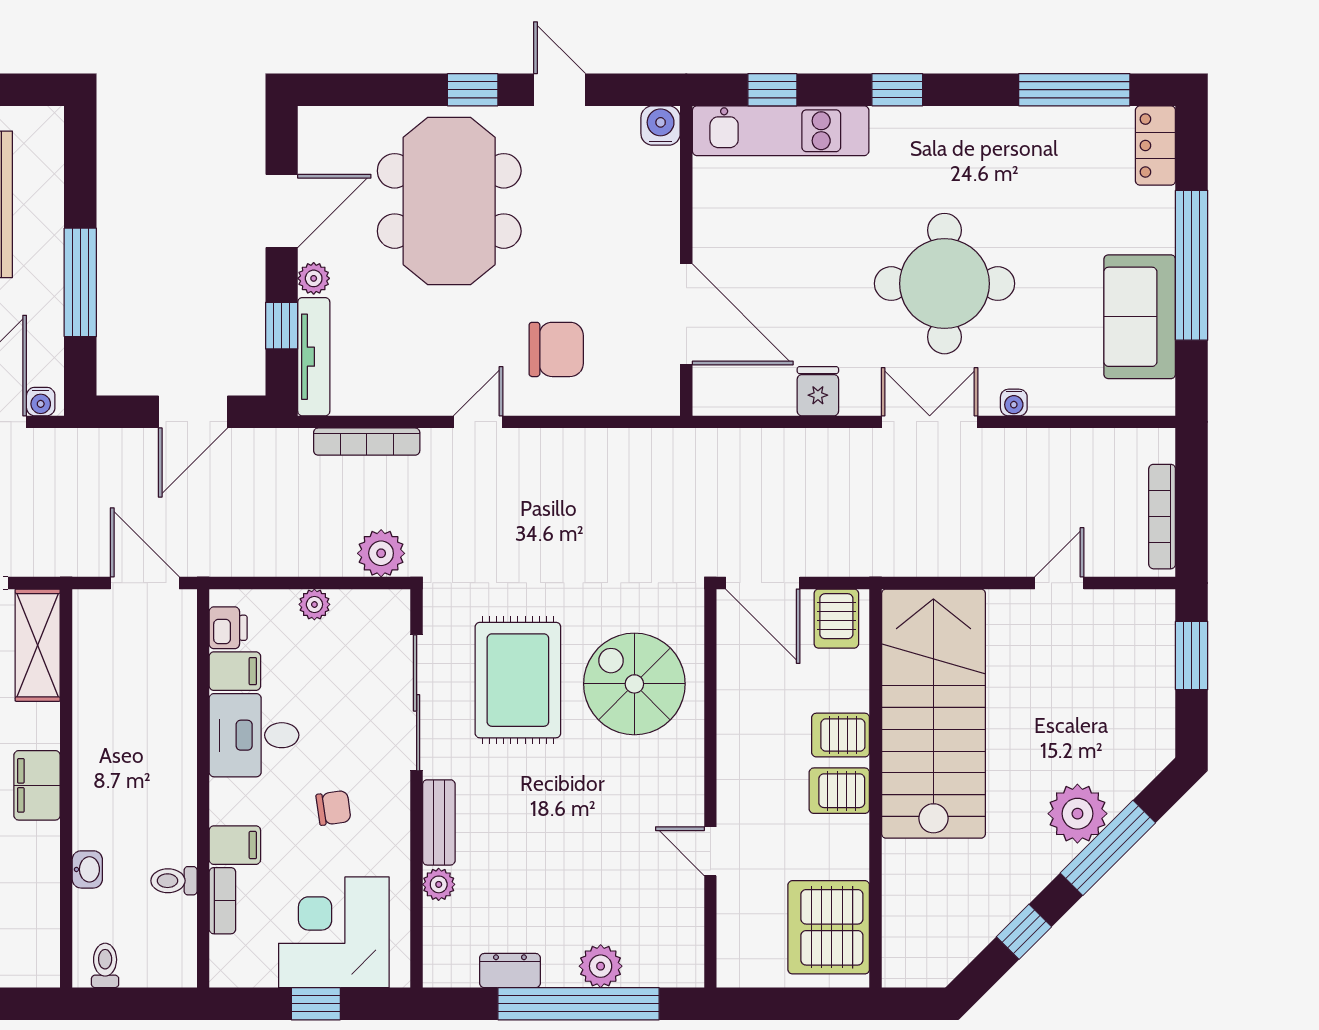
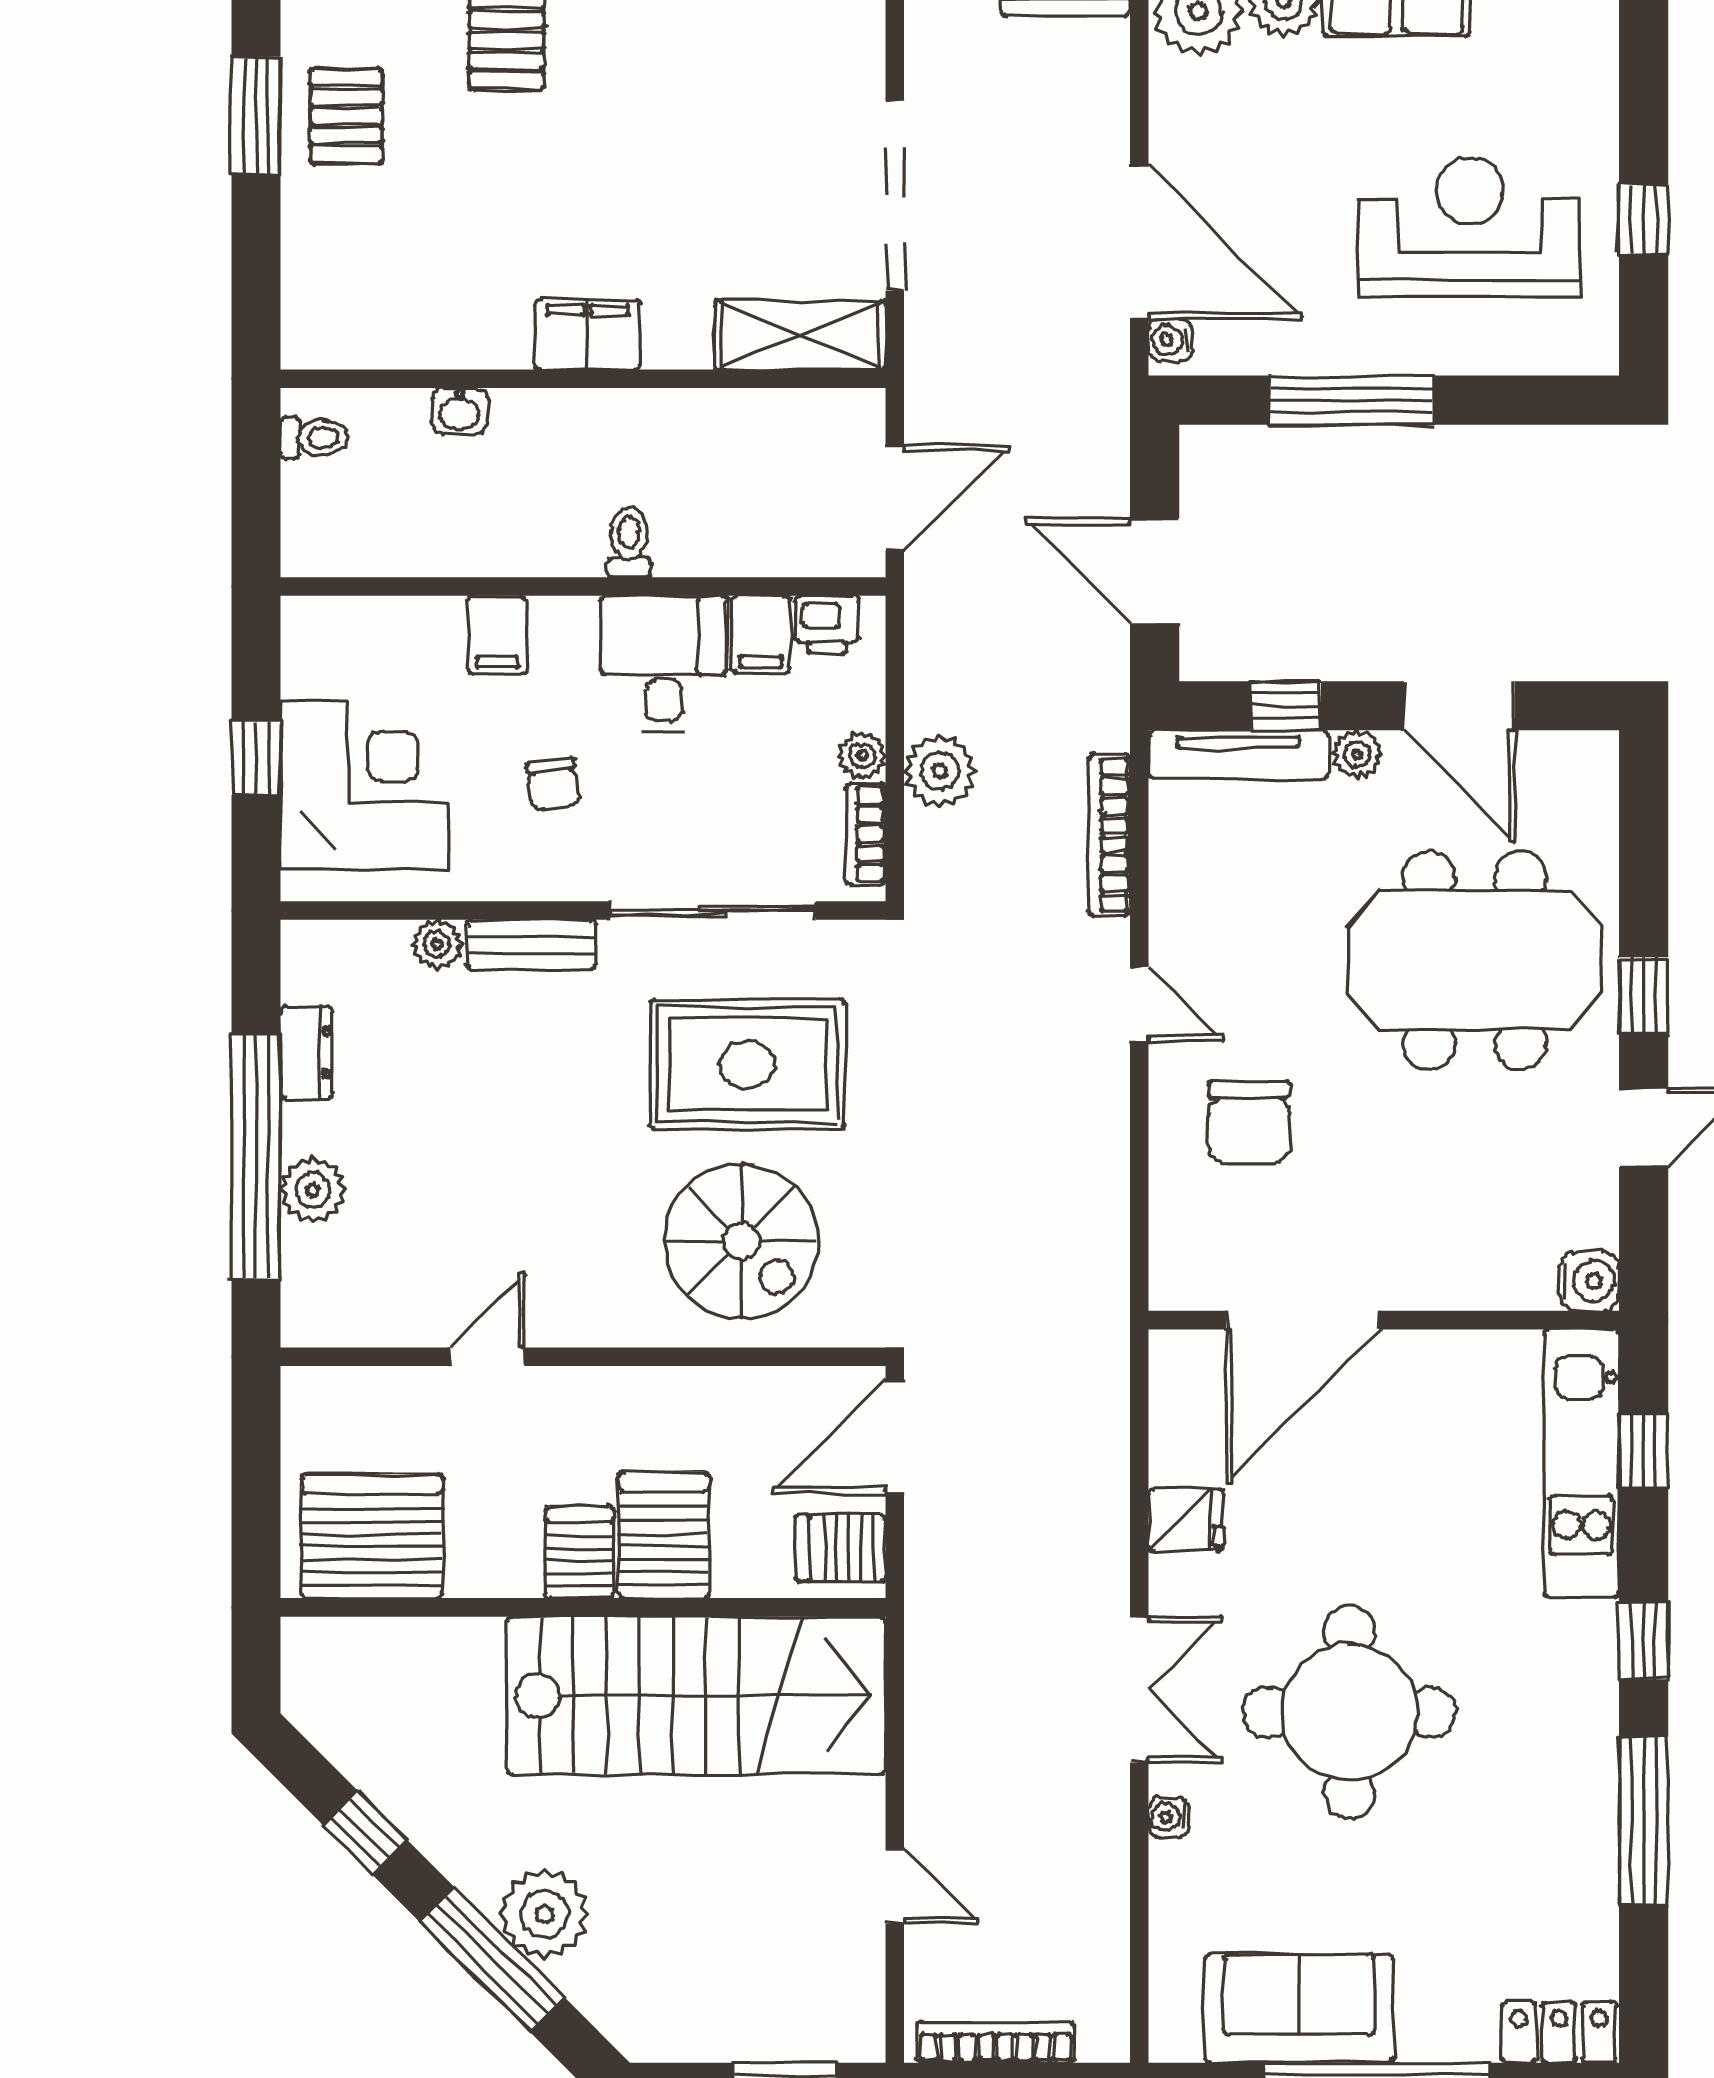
window: (1074, 90) -> (1644, 1821), moved
plant: (381, 553) -> (940, 771), moved
spiral stairs: (634, 684) -> (741, 1241), turned 90
server rack: (841, 735) -> (664, 1535), width x1.36, depth x1.44
toilet: (174, 881) -> (629, 542), moved
bookcase: (222, 901) -> (866, 834), moved, turned 90

